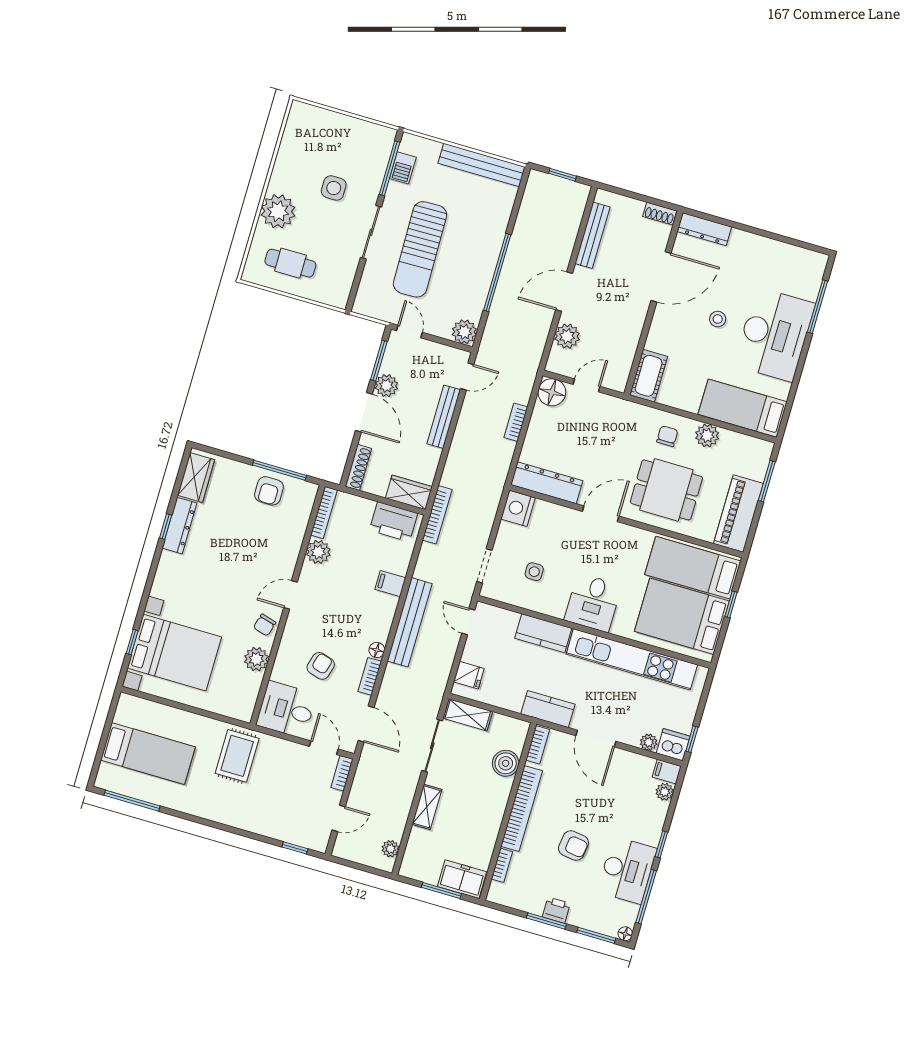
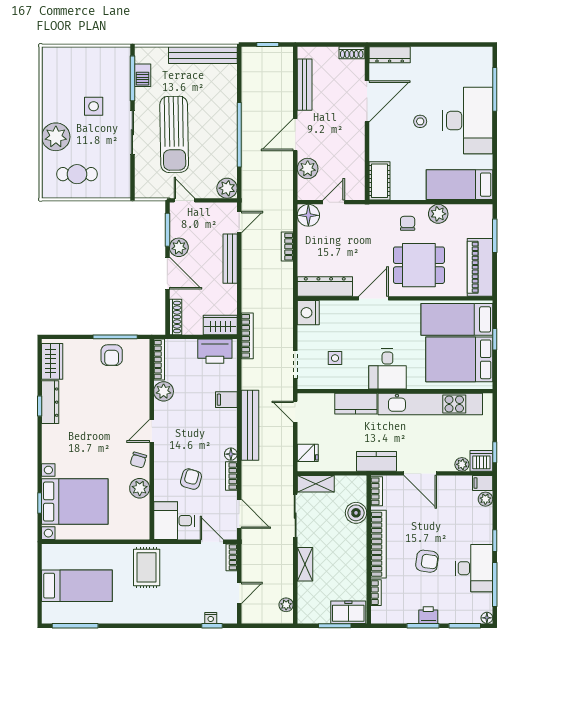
nightstand: (296, 838) -> (211, 618), added

